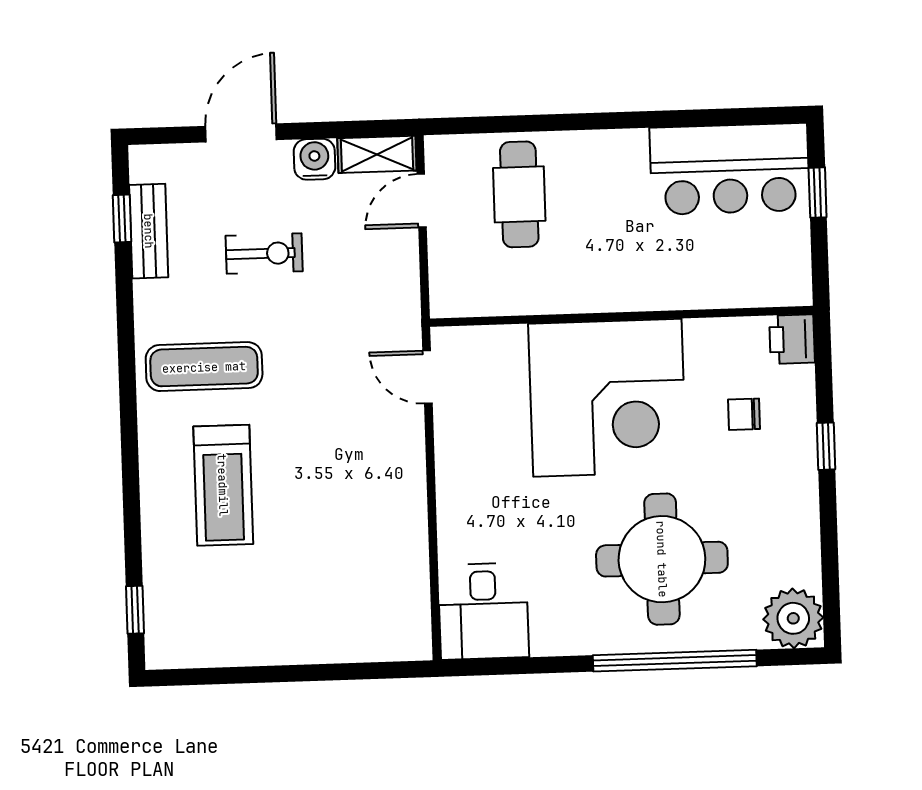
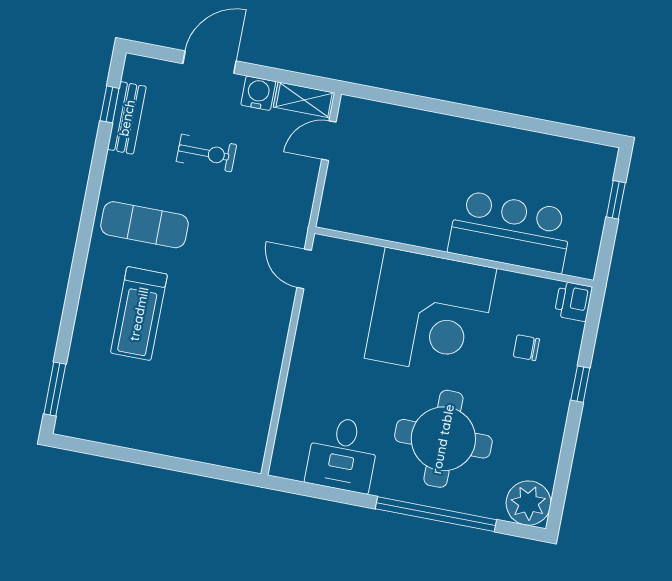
bar counter: (730, 169) -> (510, 232), moved, turned 180
cafe table: (519, 194) -> (400, 152), removed
window: (135, 610) -> (55, 389), width x1.50
desk: (483, 611) -> (343, 454), moved

